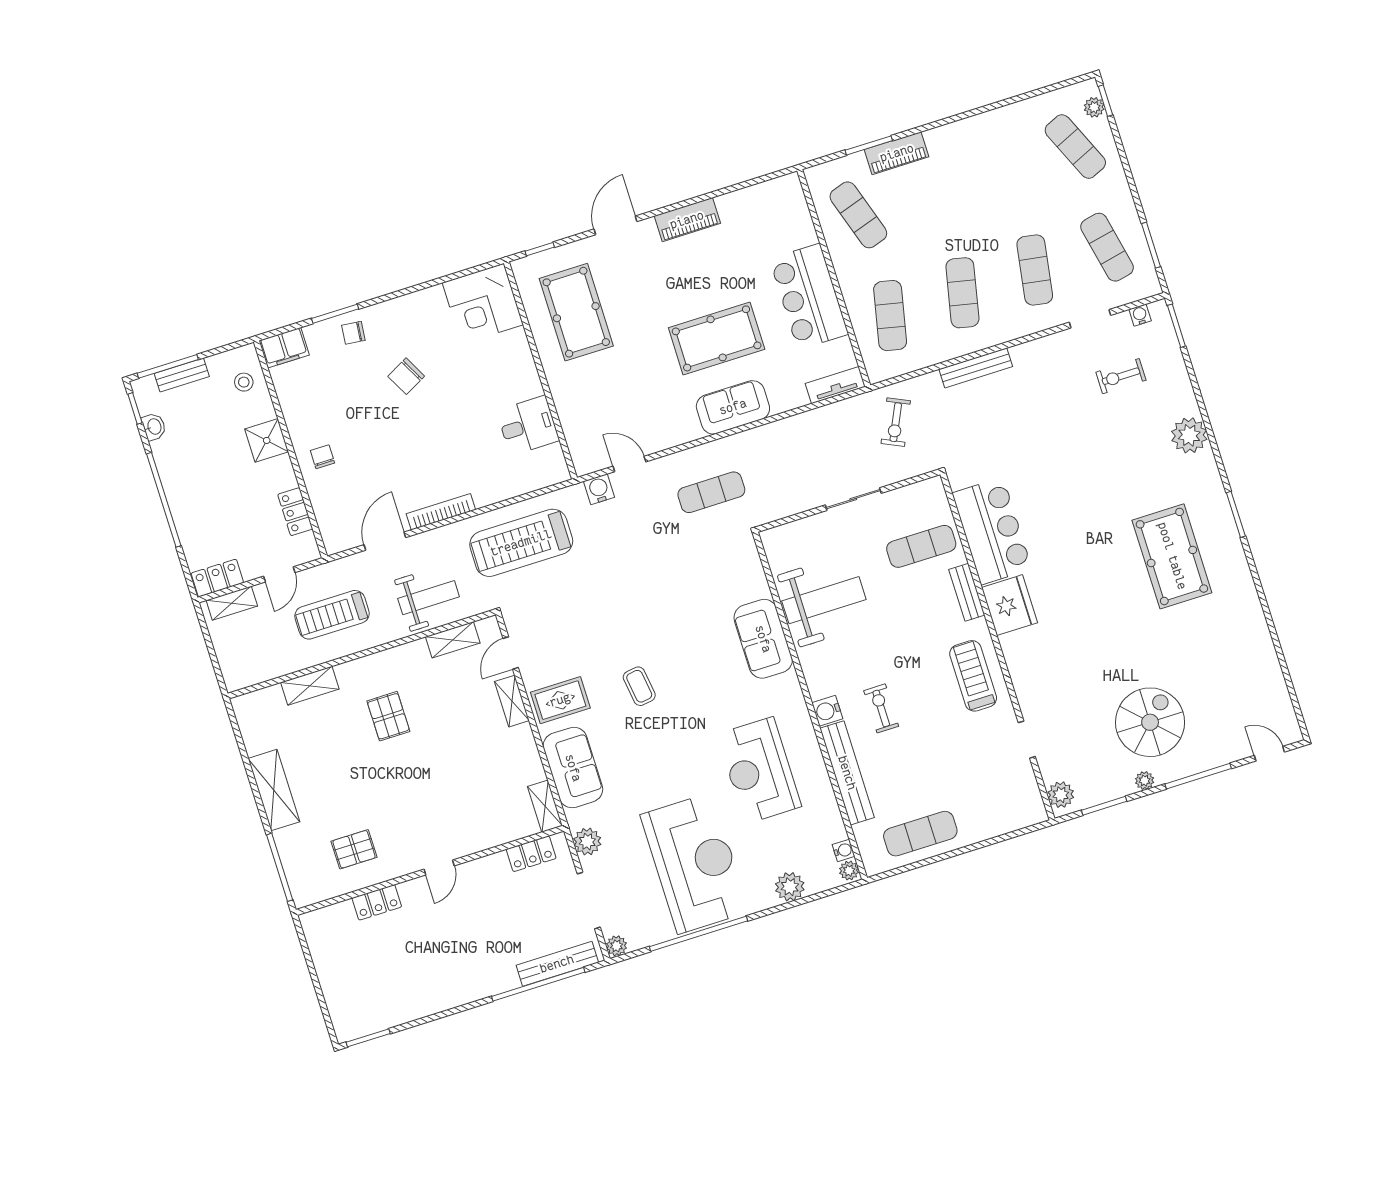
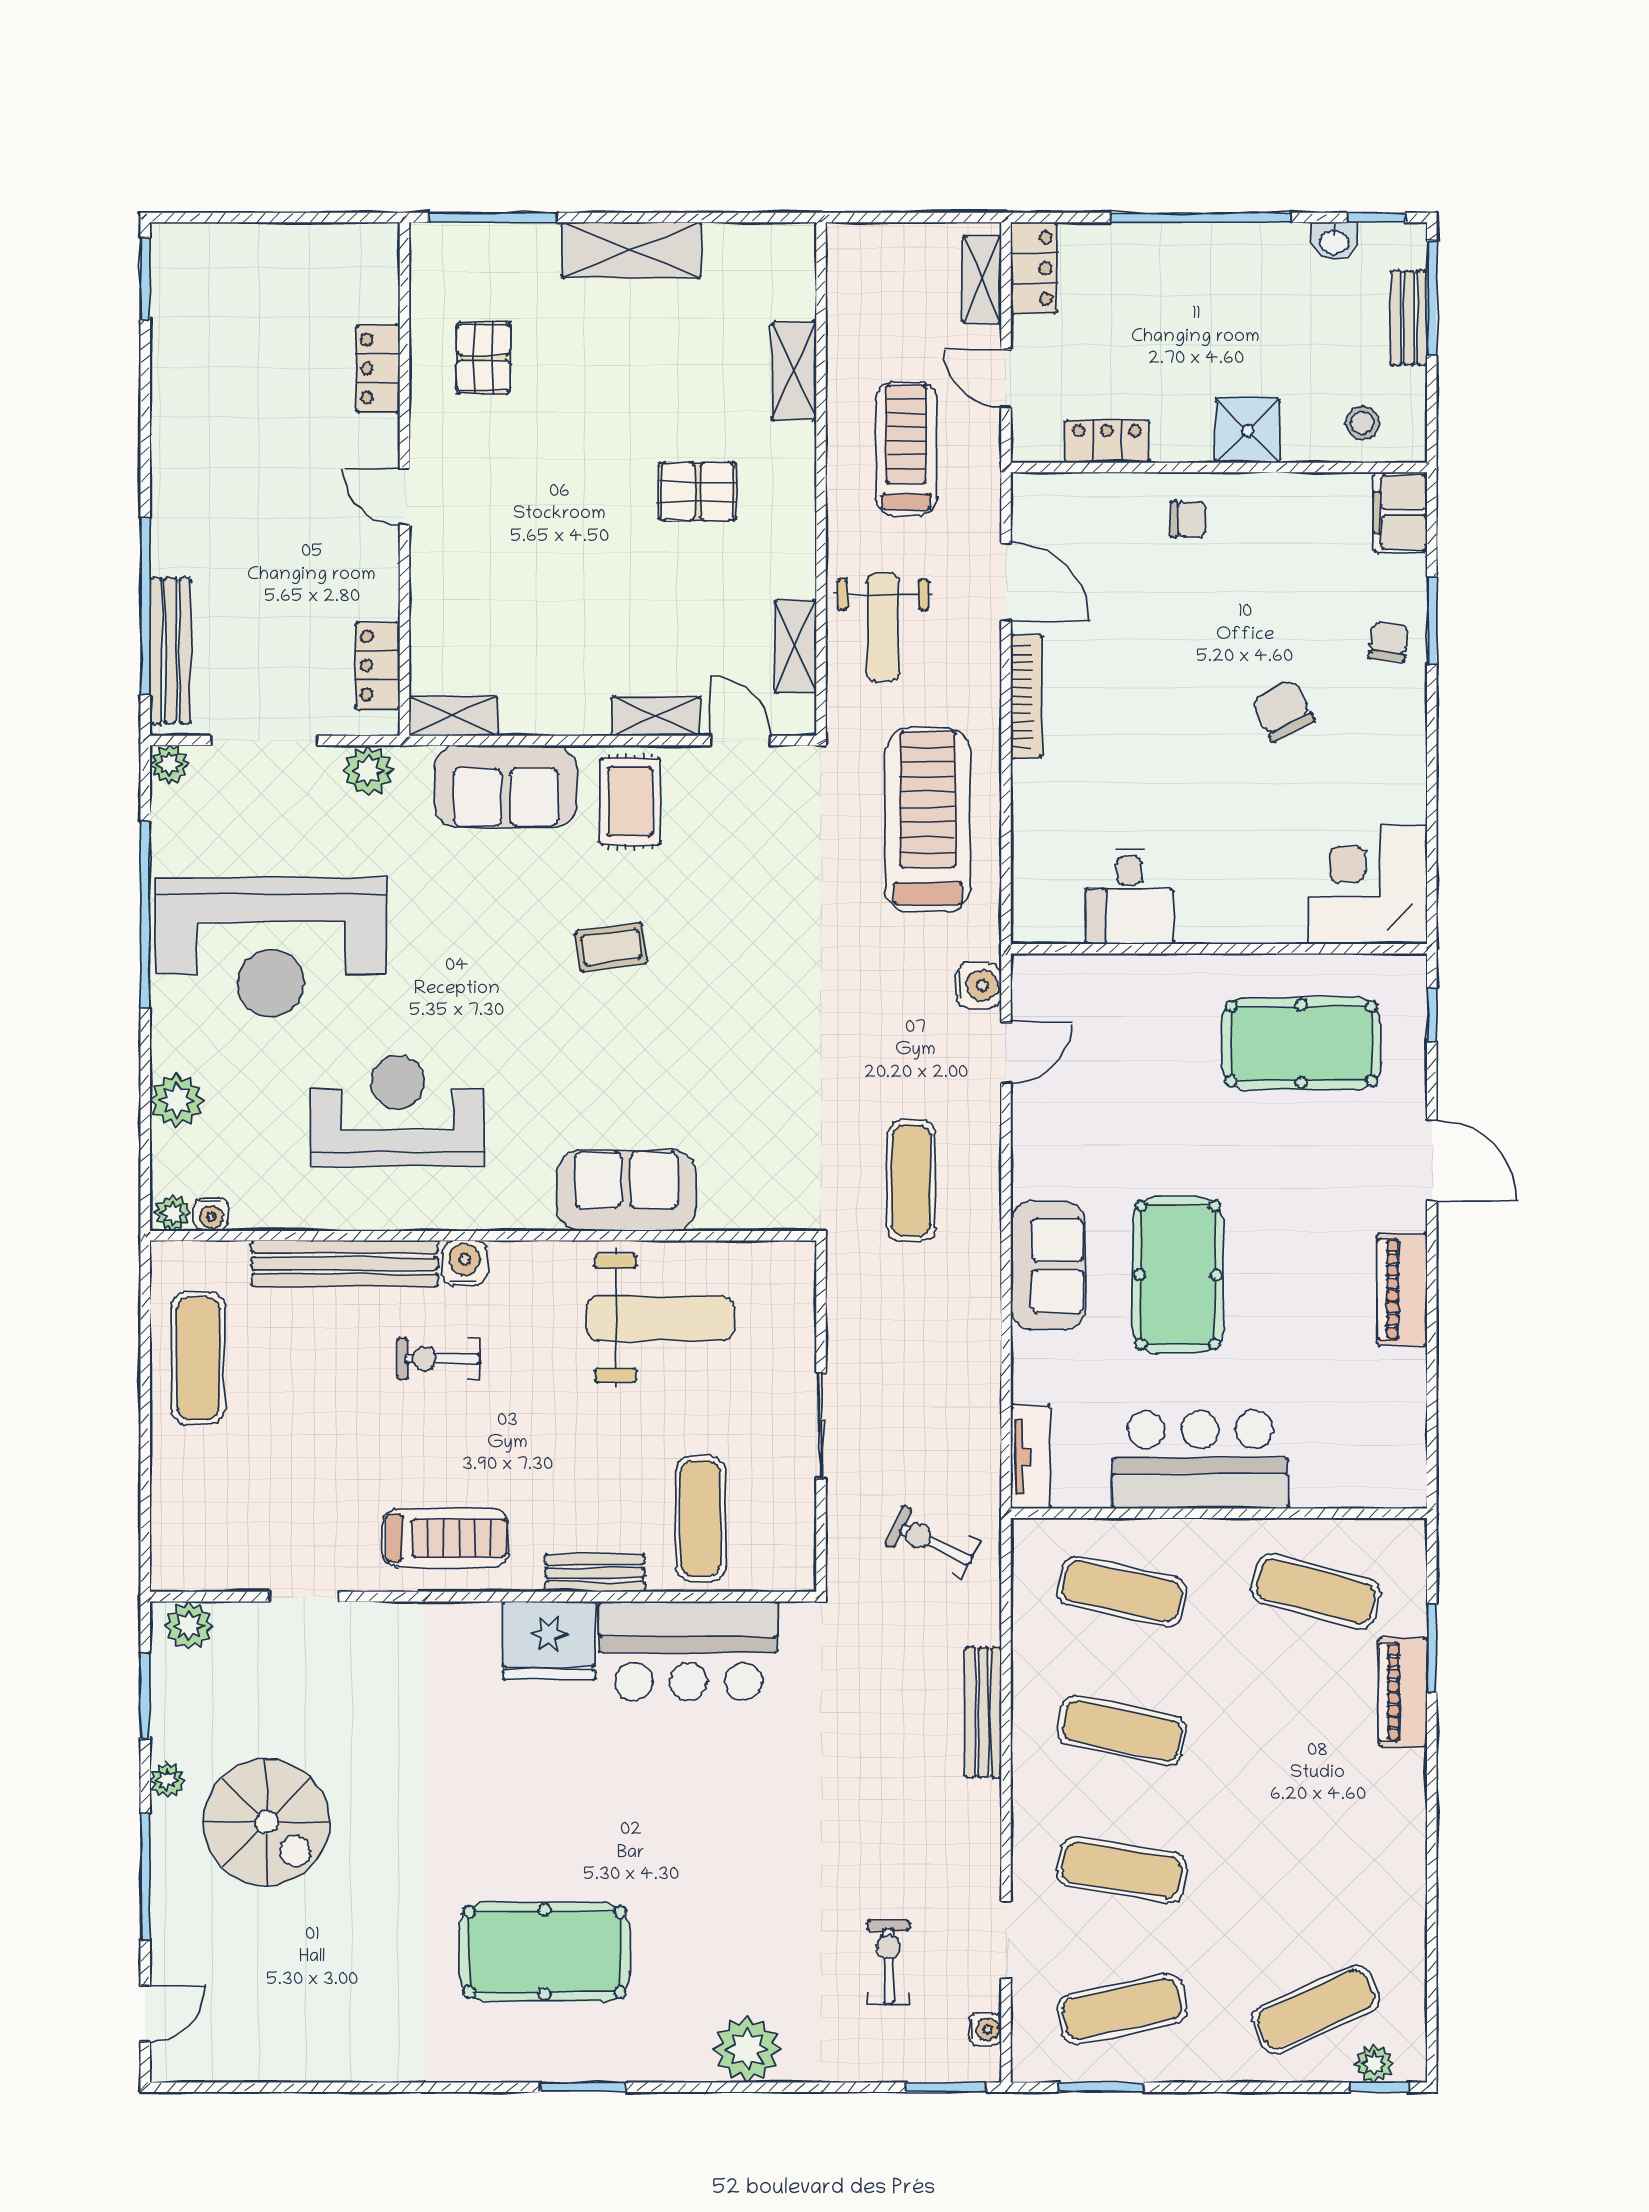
exercise mat: (858, 215) -> (1316, 1591), turned 33
weight bench: (824, 600) -> (660, 1318), turned -90
exercise bike: (881, 708) -> (439, 1359), turned 180

